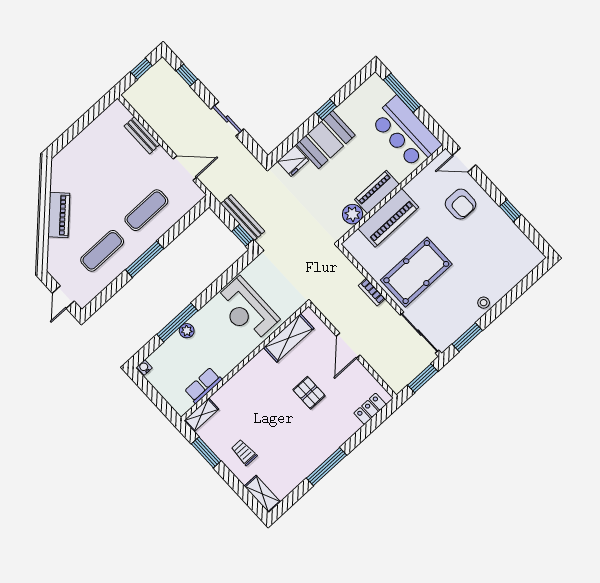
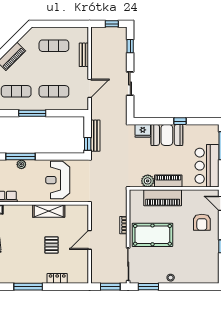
exercise mat: (97, 157) -> (54, 46), added
door: (185, 168) -> (90, 88), hinge flipped
shelving: (289, 338) -> (49, 211), moved
locker: (370, 409) -> (57, 278), moved

